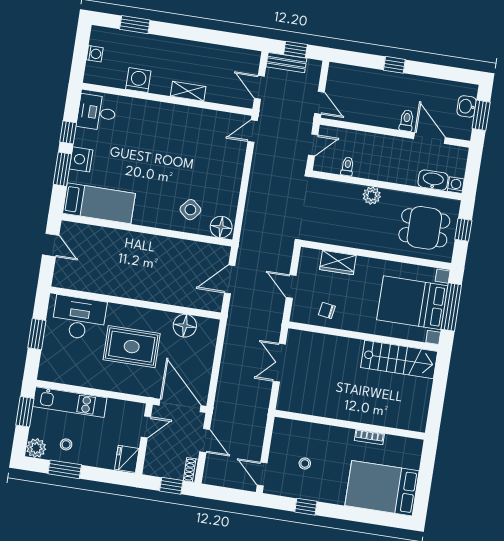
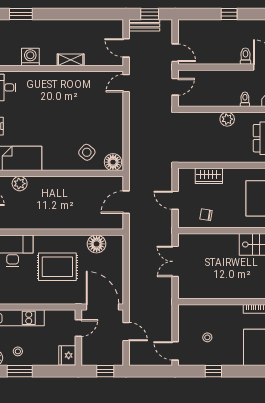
toilet: (347, 166) -> (245, 99), moved
plant: (101, 236) -> (20, 184), added
shoe rack: (191, 470) -> (119, 356), removed

